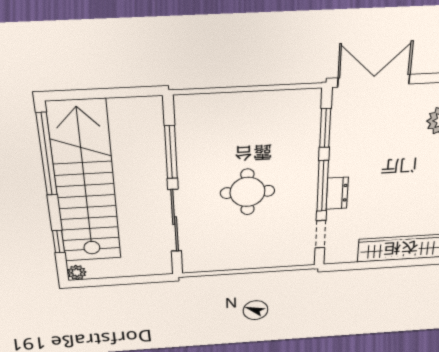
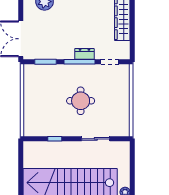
window: (171, 152) -> (55, 139), width x0.46
sliding door: (175, 221) -> (96, 139), width x0.73

